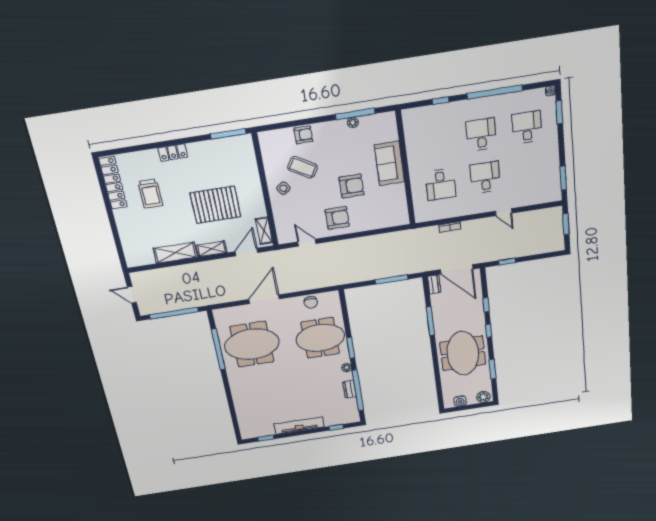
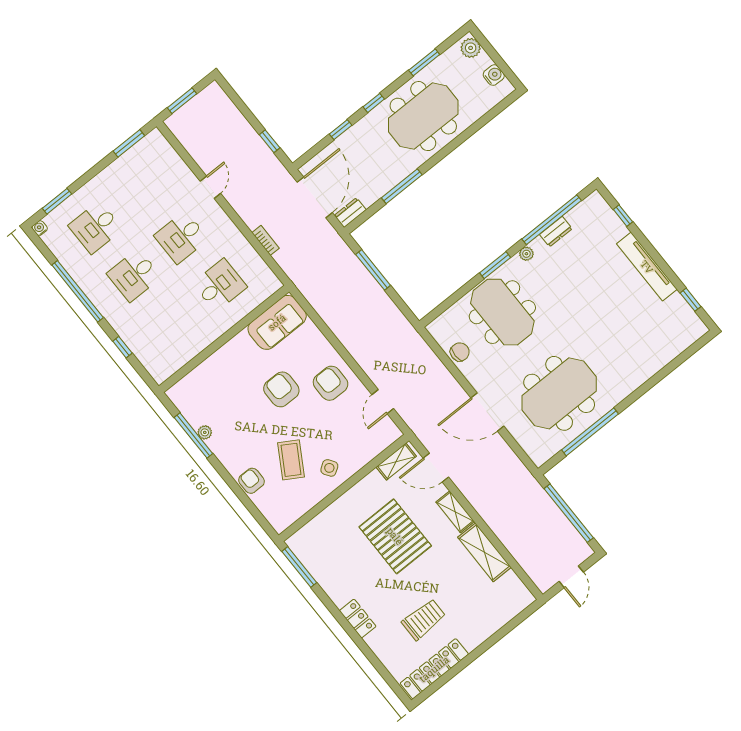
sofa: (389, 163) -> (277, 322), moved
meeting table: (252, 344) -> (559, 393), turned 90

